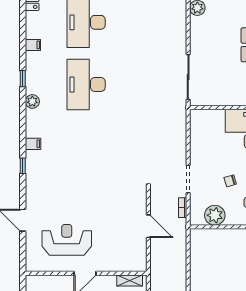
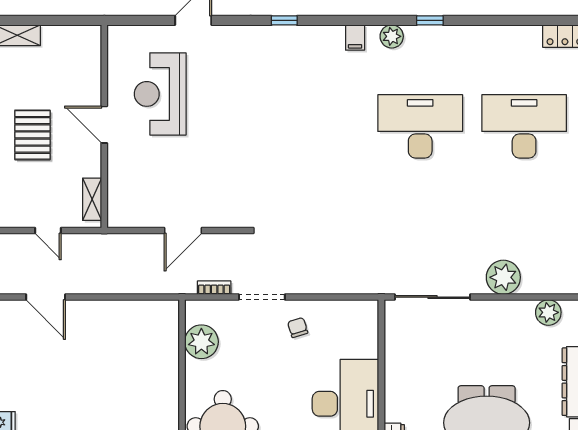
plant: (176, 35) -> (503, 277), added
filing cabinet: (33, 45) -> (486, 37), removed
filing cabinet: (33, 144) -> (355, 37), moved
chair: (230, 181) -> (298, 328), moved
reception desk: (67, 240) -> (160, 94), turned 180

